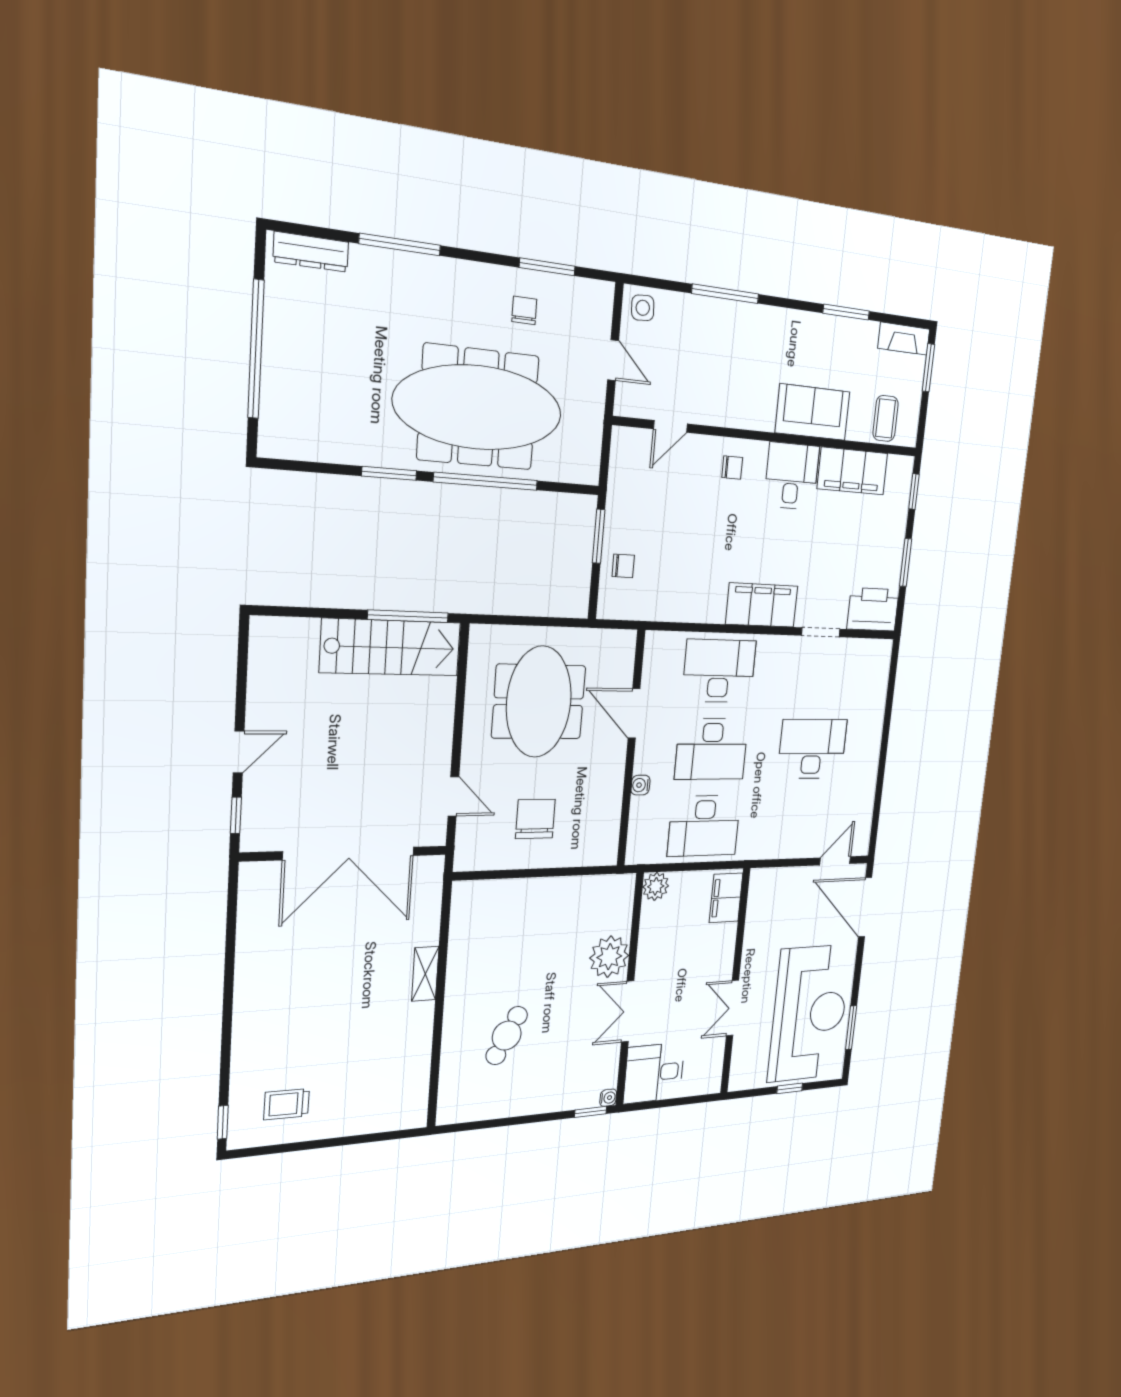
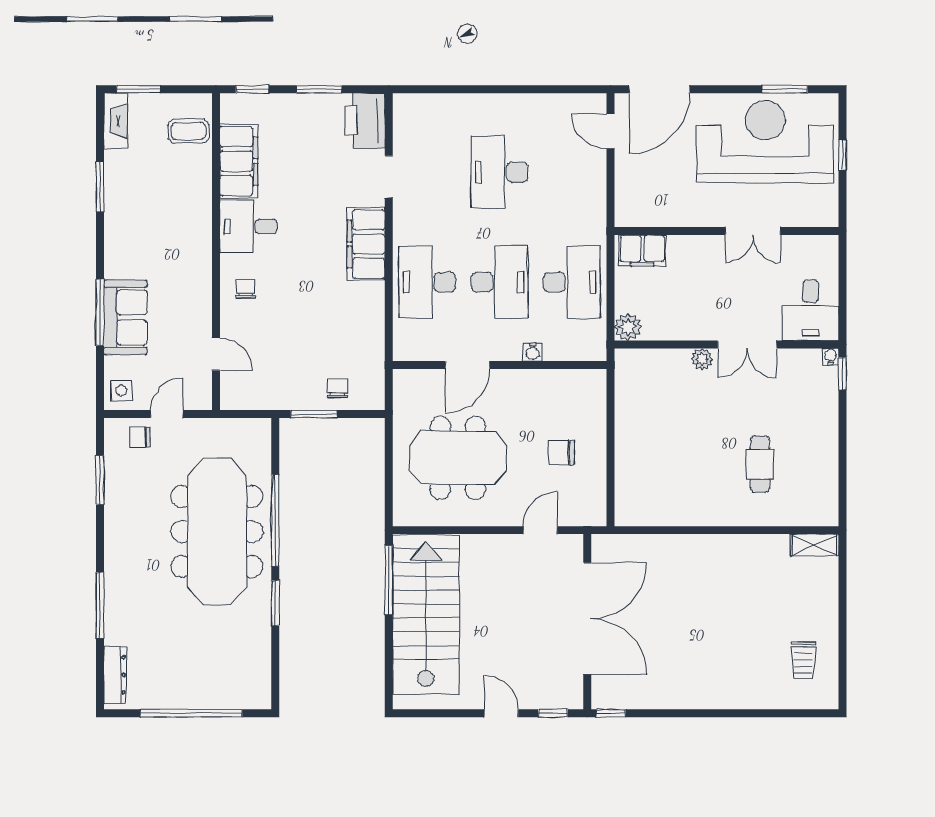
chair: (524, 310) -> (140, 437), moved
sofa: (813, 412) -> (125, 317), moved, turned 180
stairs: (391, 647) -> (426, 615), width x1.36, depth x1.51
chair: (535, 819) -> (562, 453), width x0.73, depth x0.73
plant: (609, 957) -> (702, 359), width x0.53, depth x0.53
shelving: (425, 974) -> (815, 545), moved
cafe table: (507, 1036) -> (760, 464), turned 63
window: (223, 1122) -> (611, 713), moved

